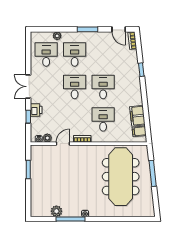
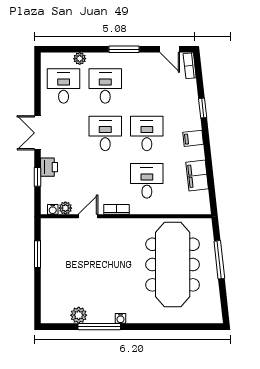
filing cabinet: (139, 131) -> (193, 138), moved

